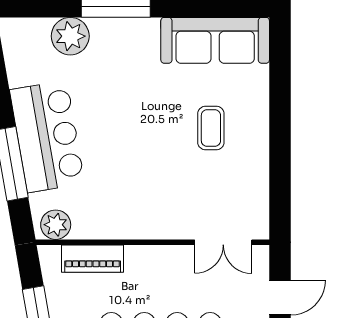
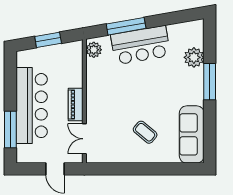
coffee table: (211, 128) -> (145, 132), turned 40
piano: (93, 259) -> (76, 104), moved

